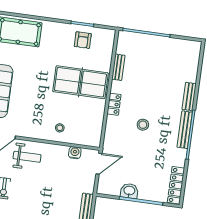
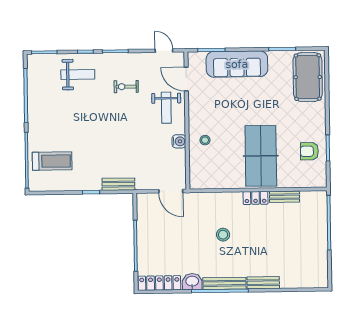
locker: (114, 104) -> (256, 198), moved
water cooler: (75, 153) -> (179, 141), moved
washbasin: (129, 191) -> (192, 282), moved, turned -90

